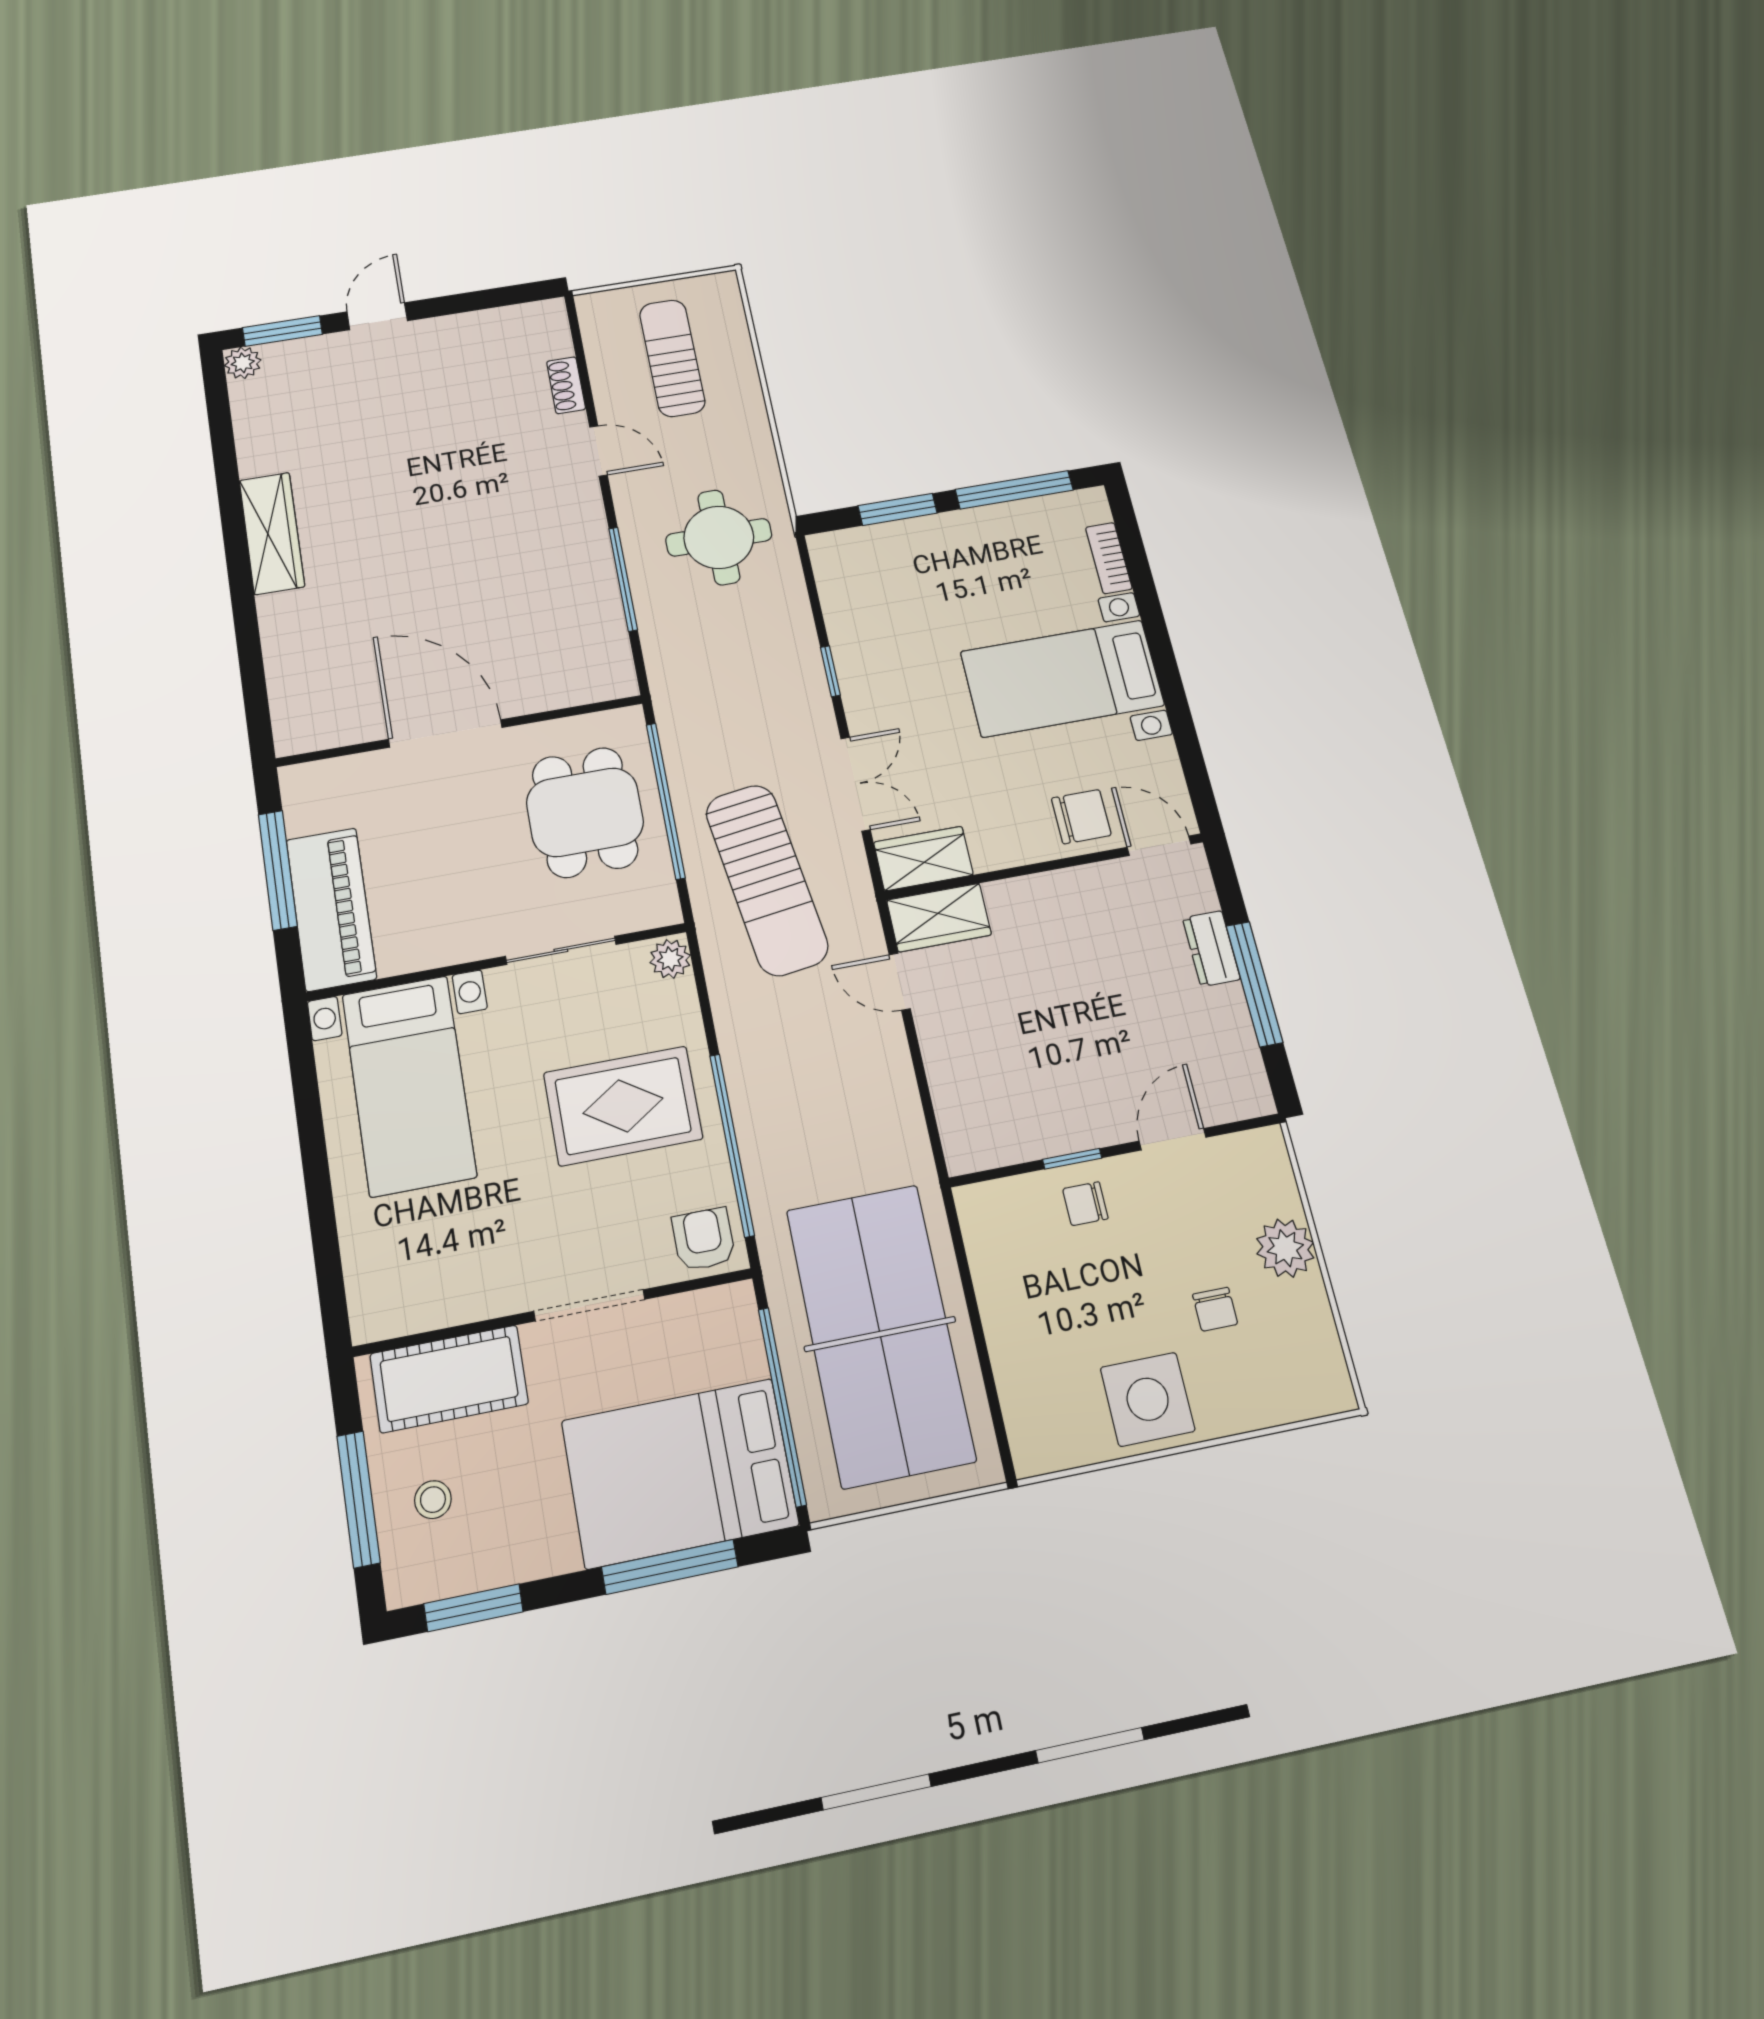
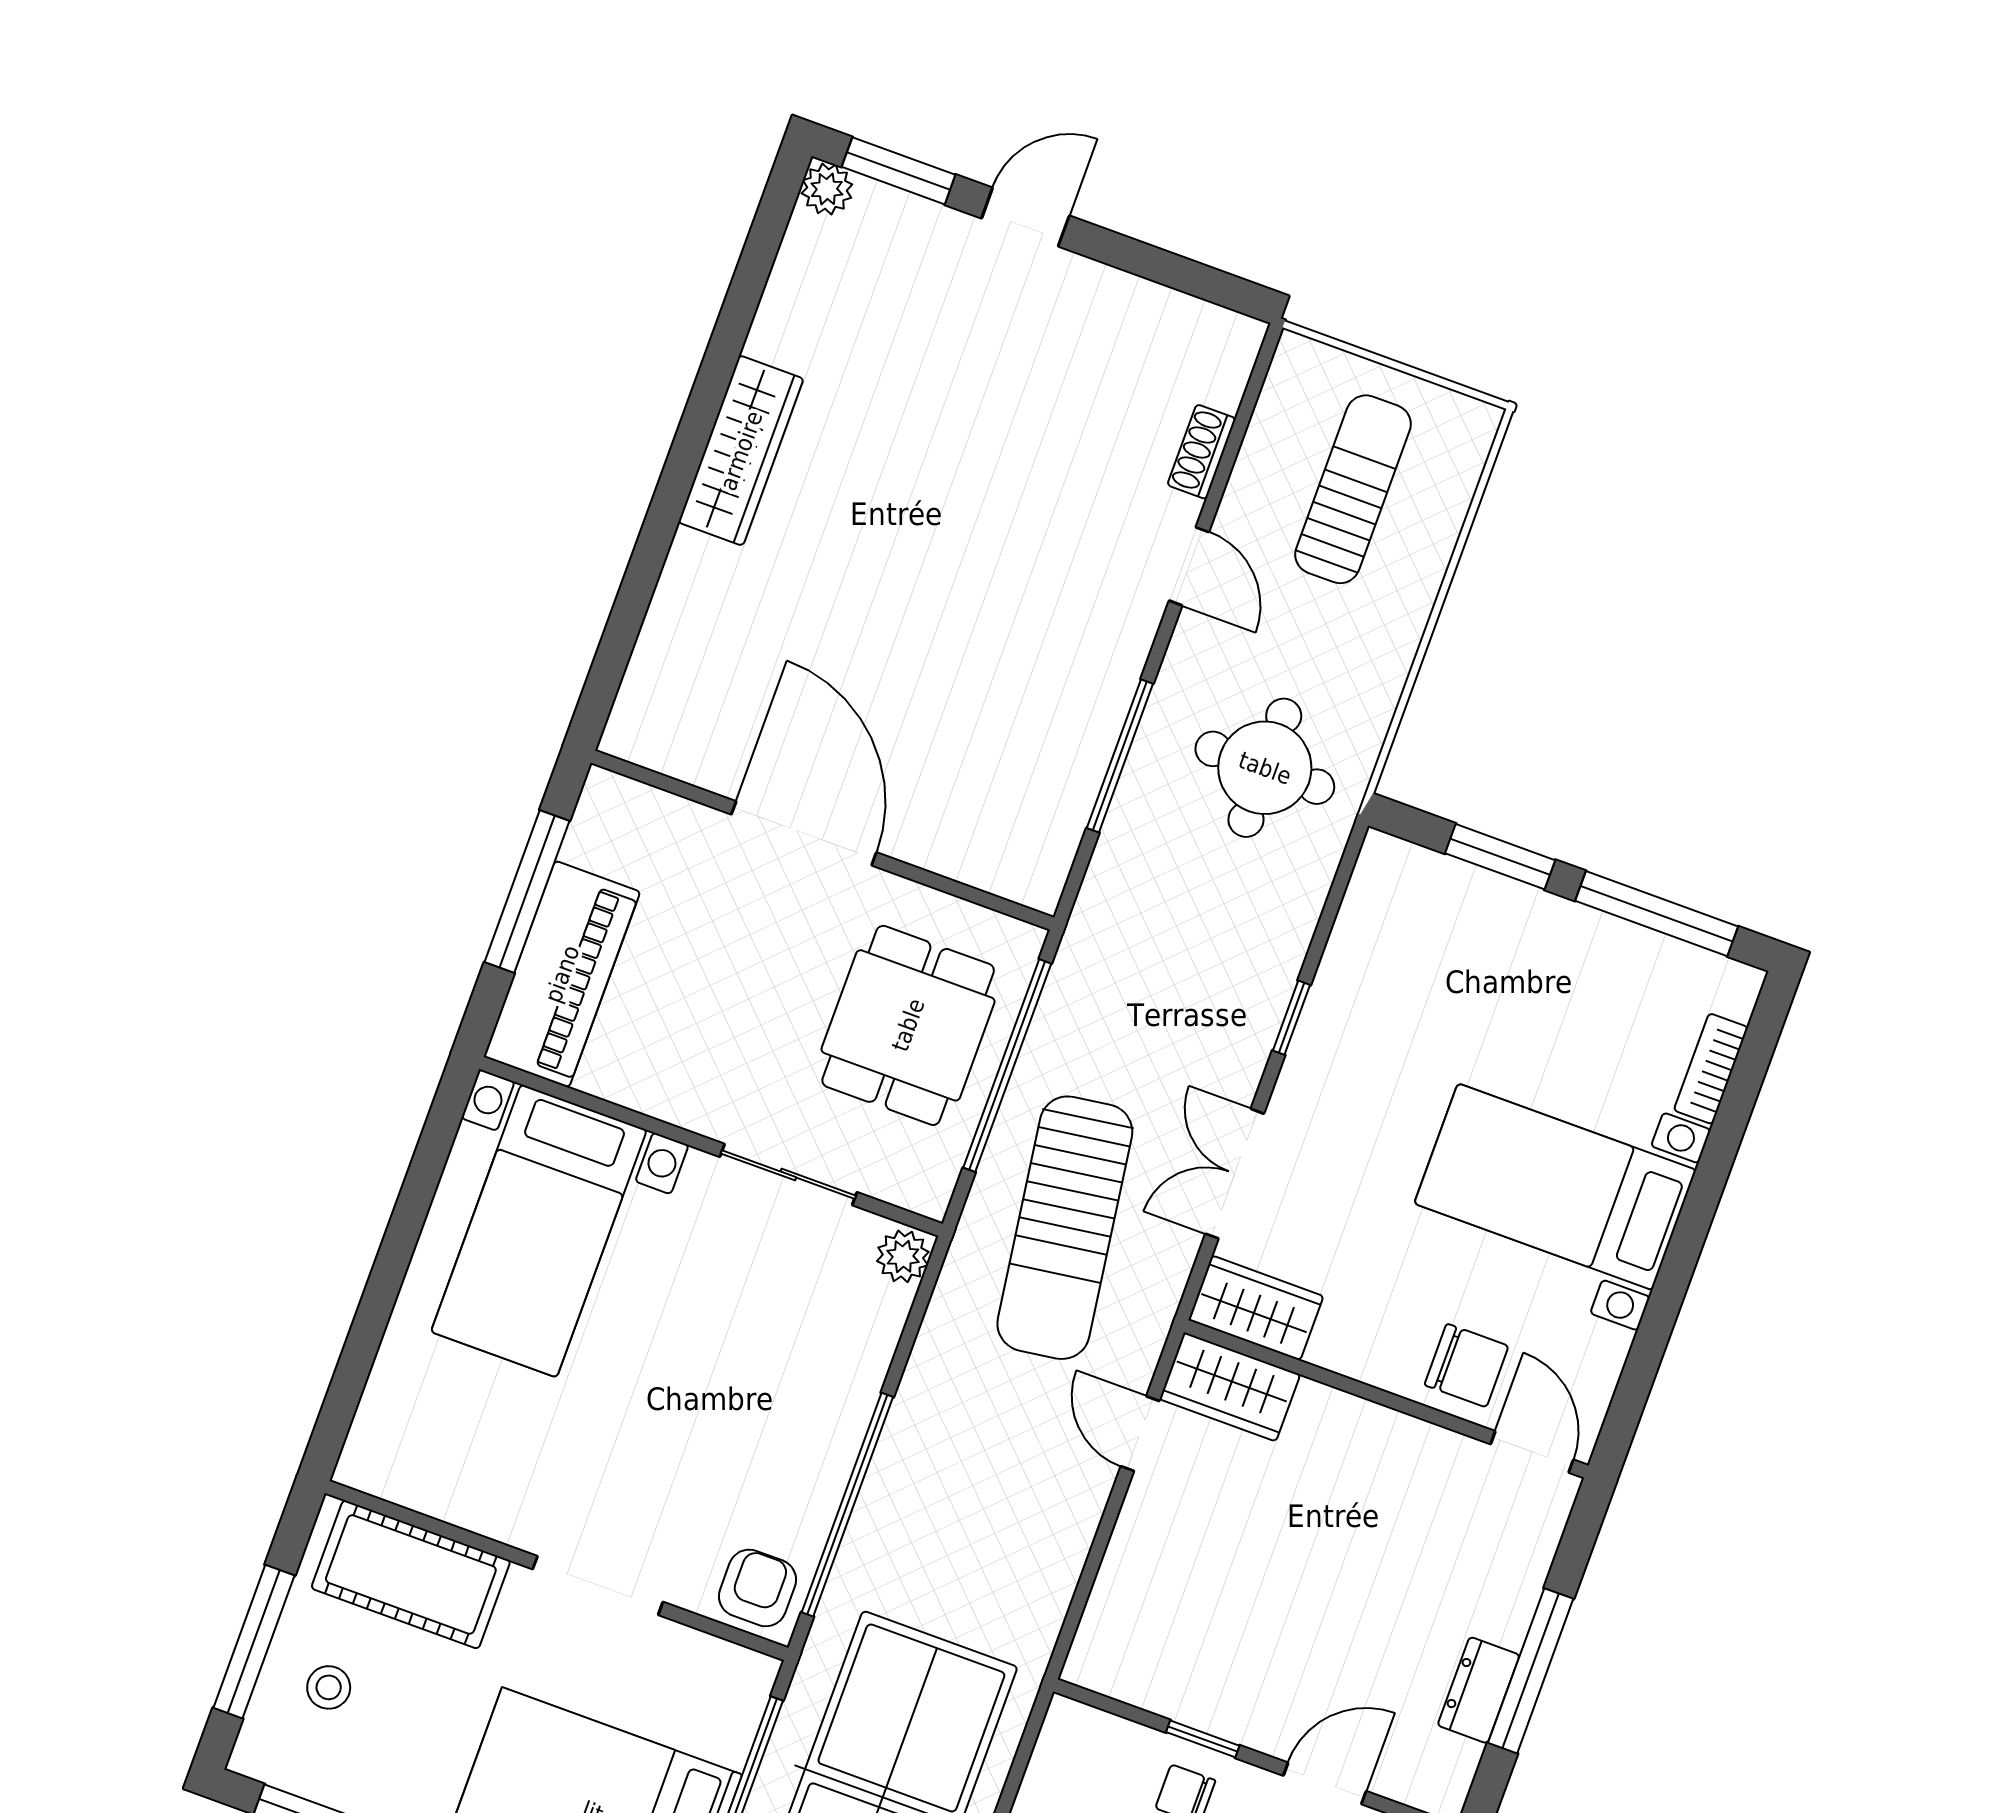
double door: (856, 784) -> (1235, 1174), swing flipped
dresser: (1211, 949) -> (1479, 1690), moved
rug: (623, 1106) -> (756, 1392), removed

